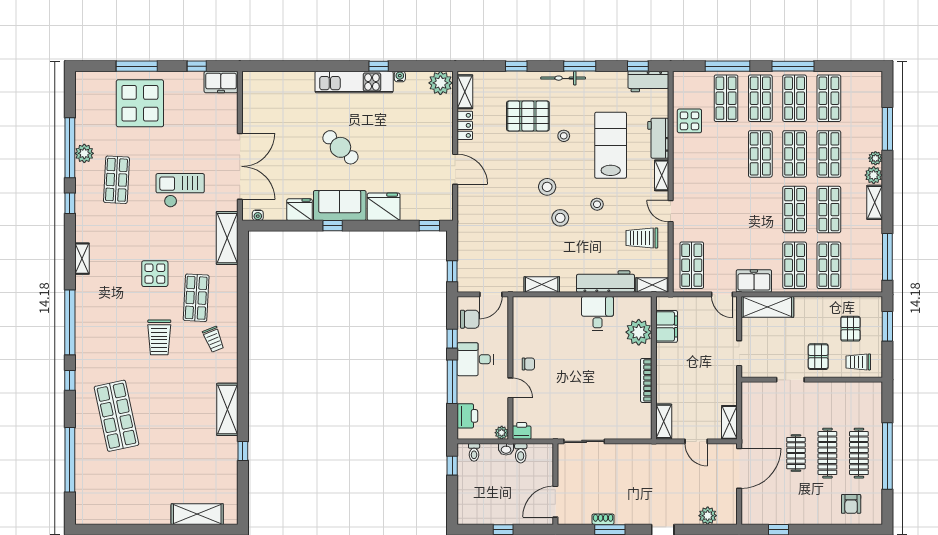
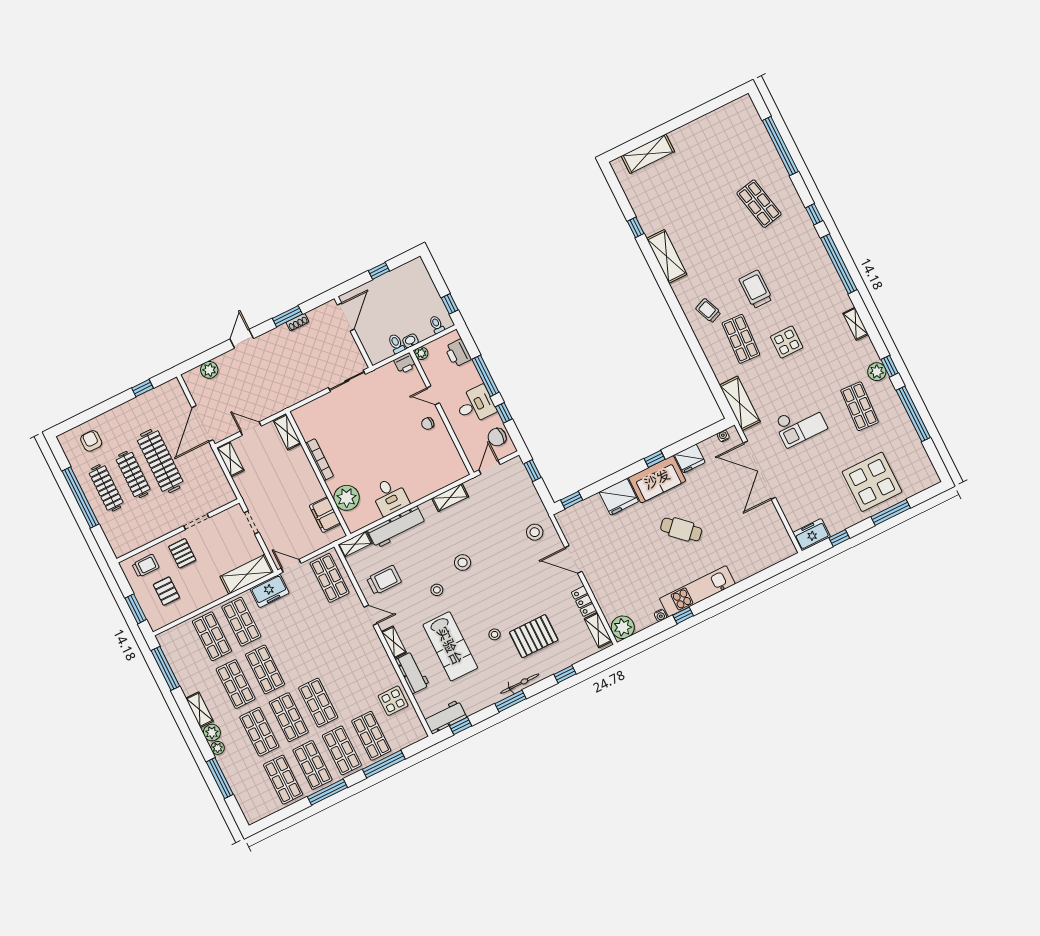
plant: (84, 153) -> (877, 372), moved
stool: (547, 187) -> (535, 532), moved
shop shelf: (116, 416) -> (759, 204), width x0.70, depth x0.74
clothes rail: (796, 453) -> (160, 461), width x1.86, depth x1.31

